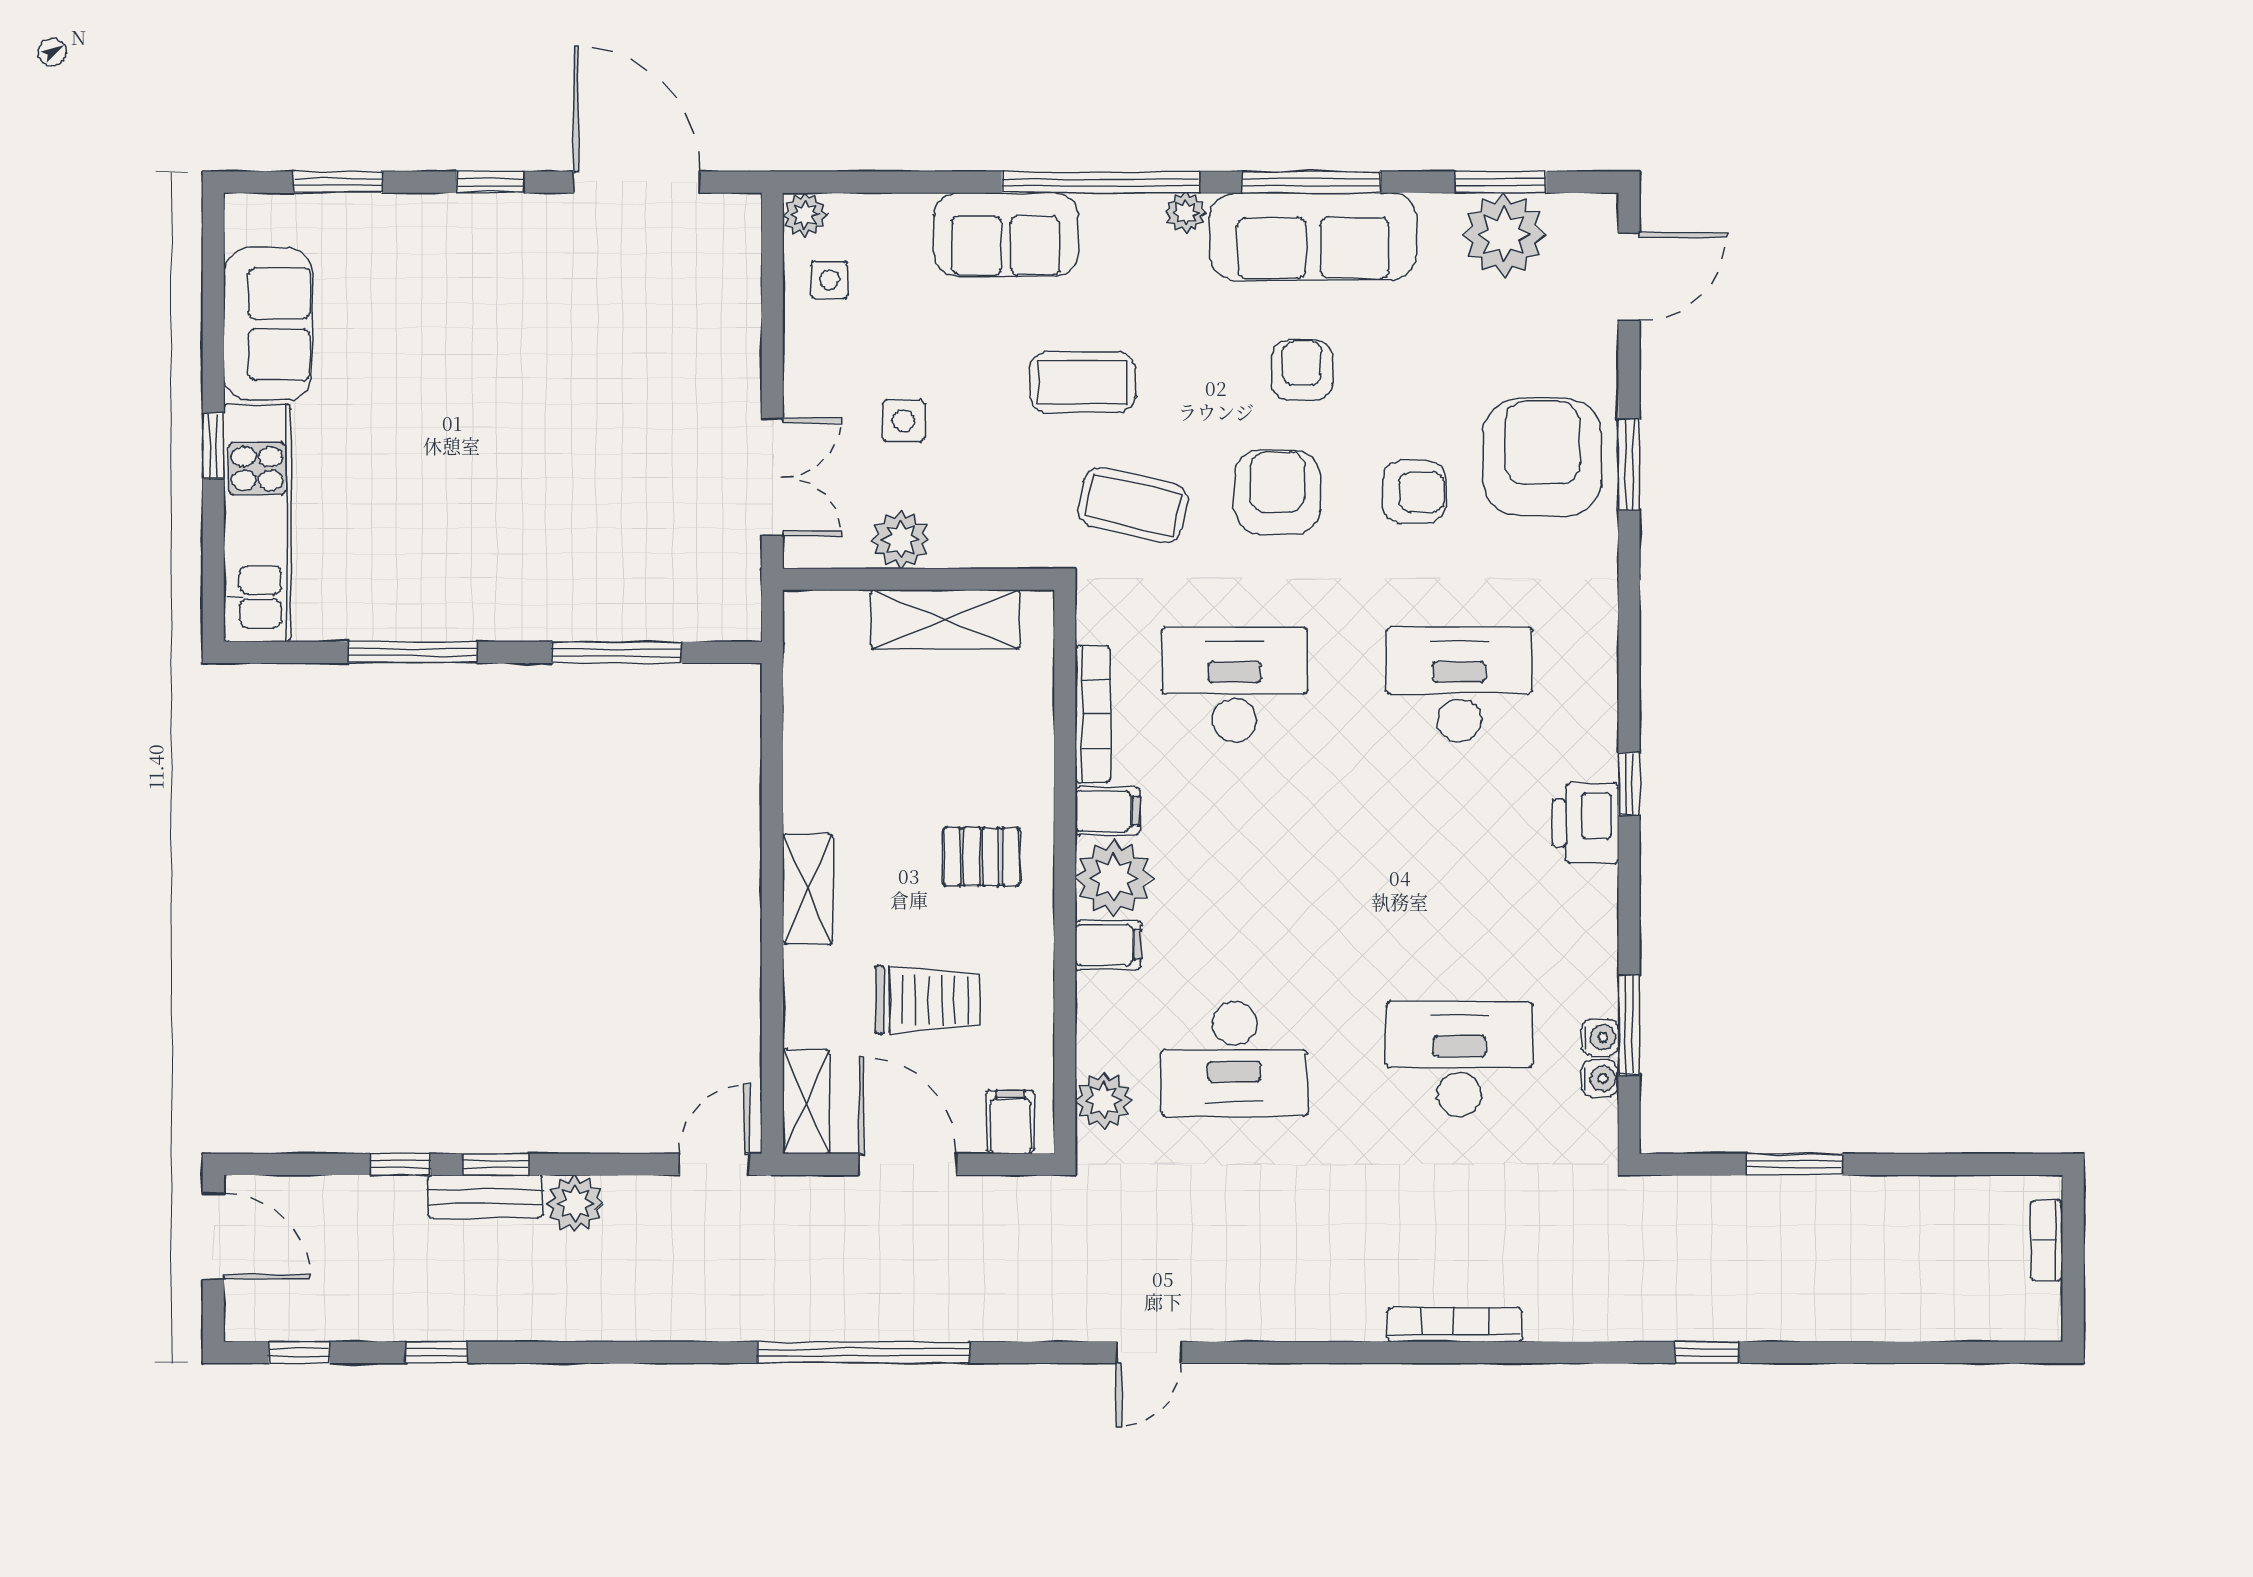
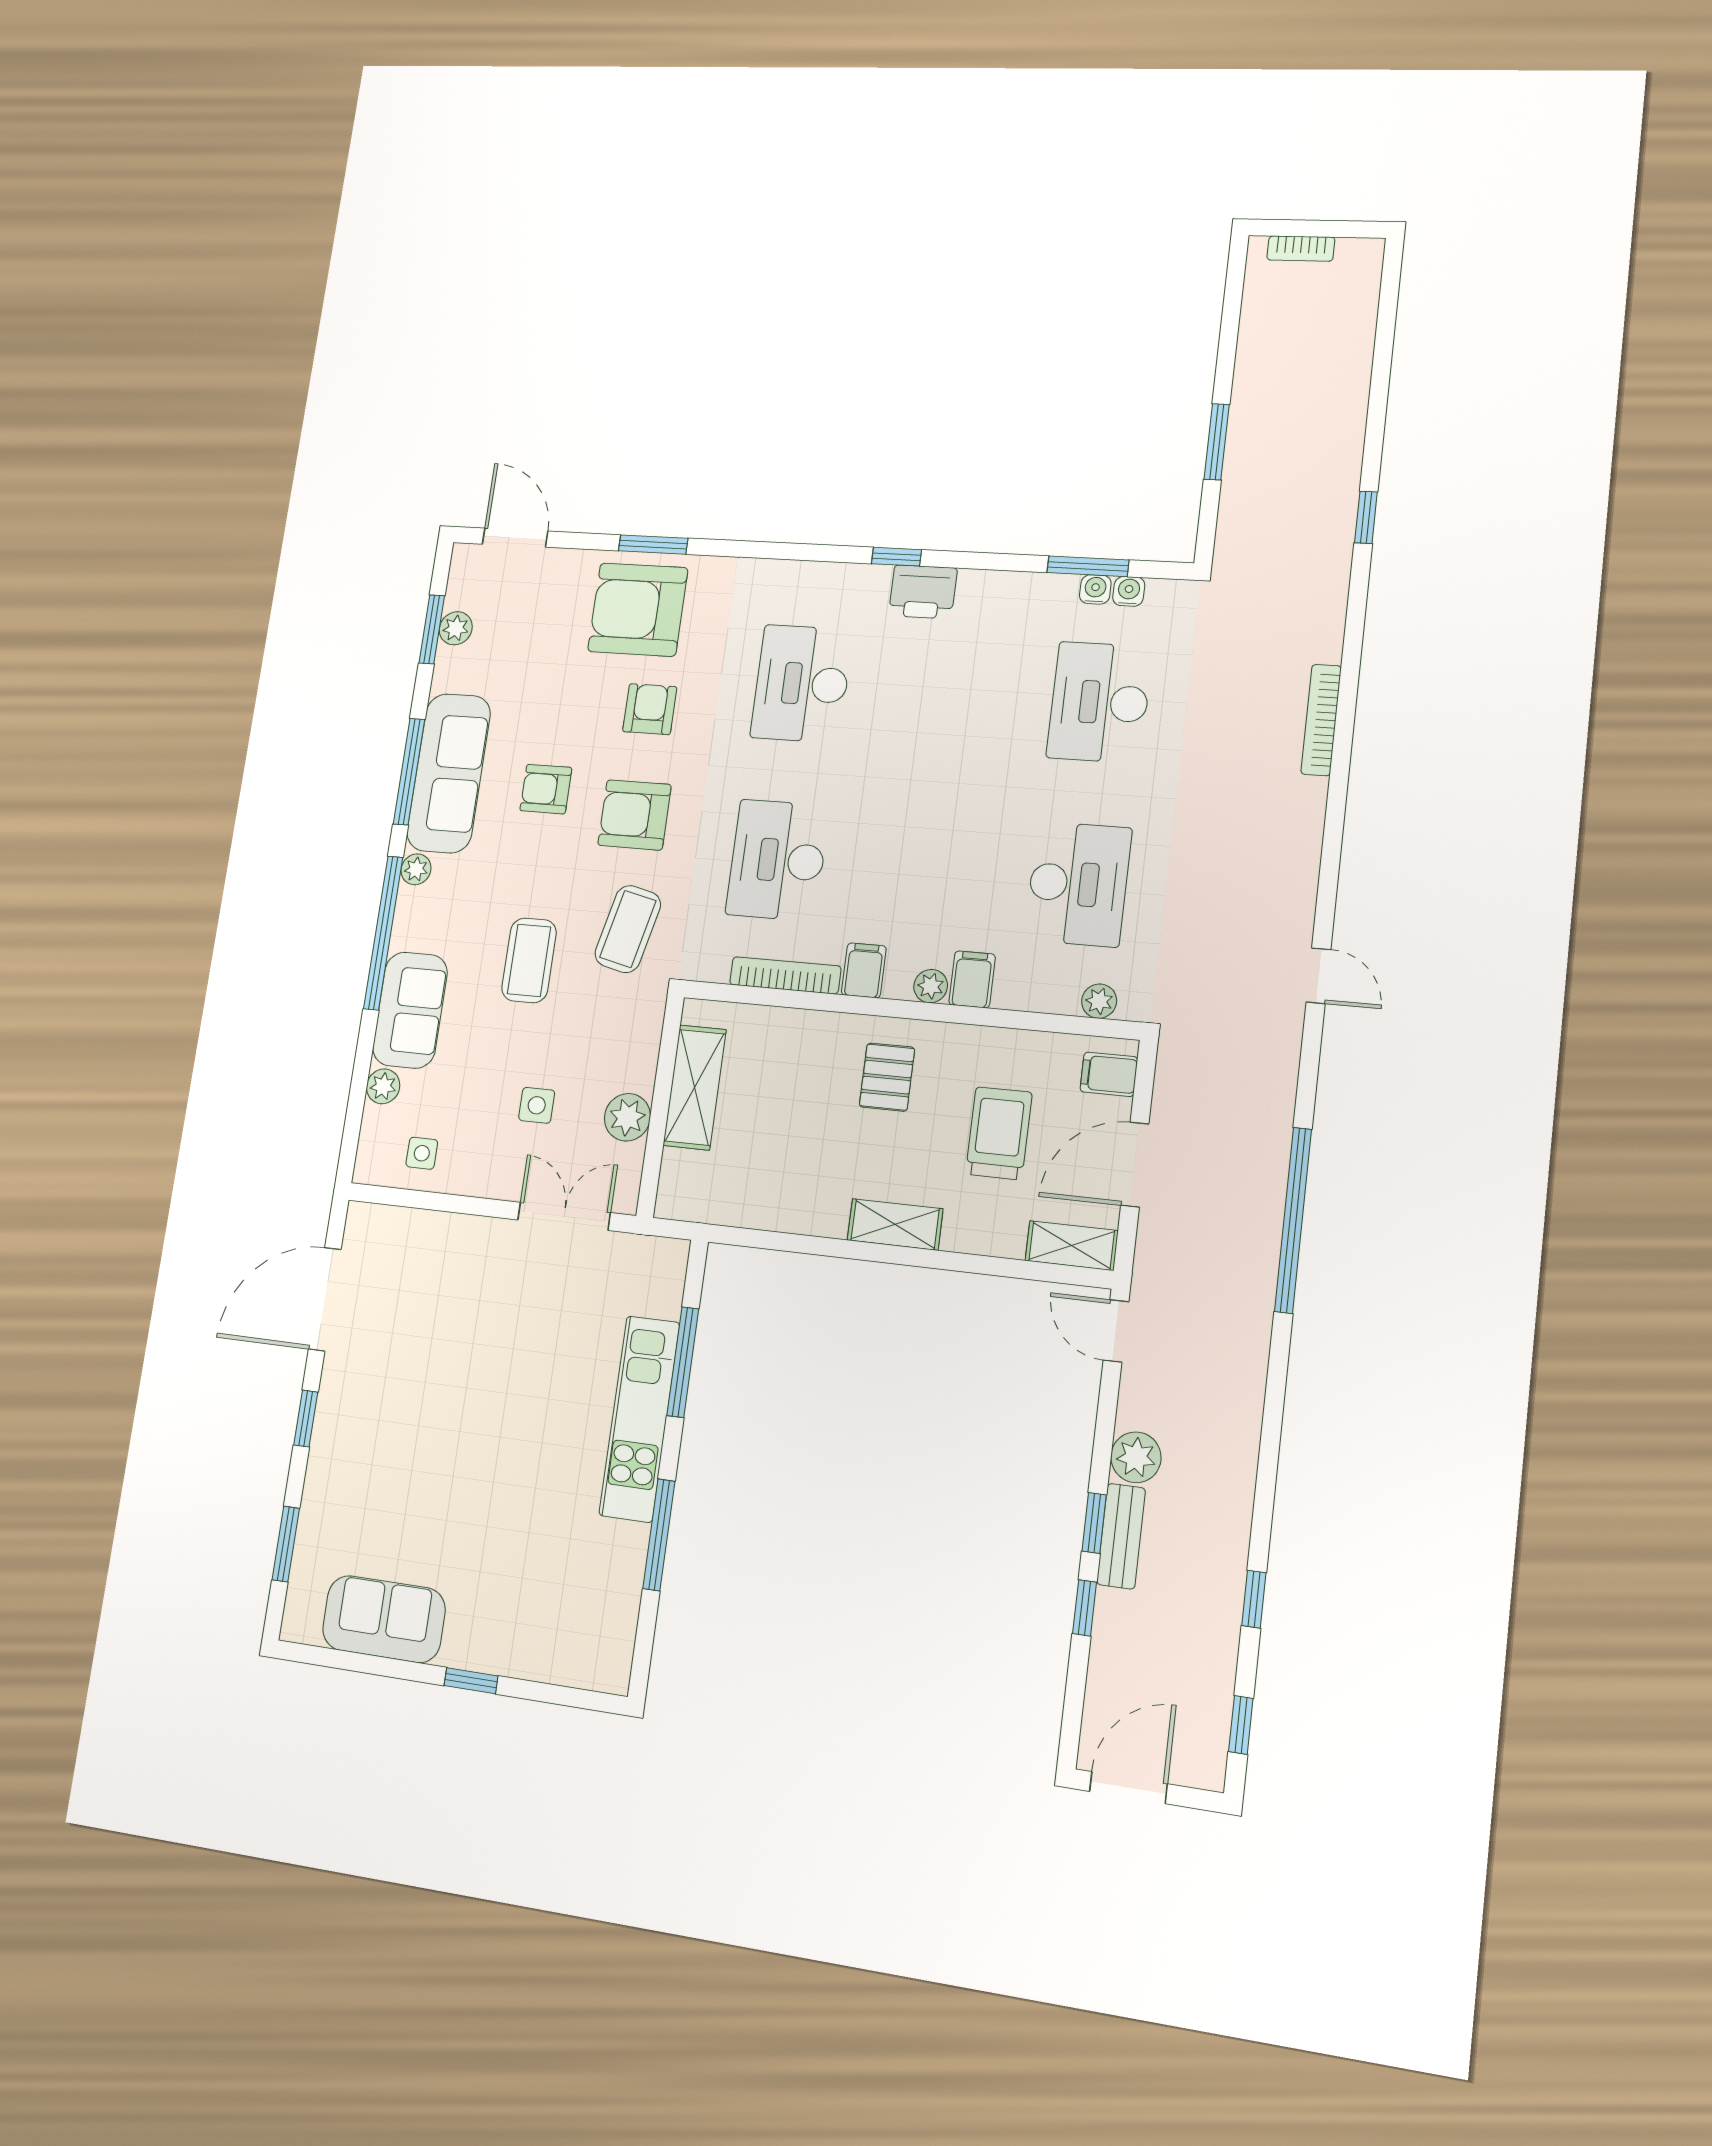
plant: (805, 215) -> (383, 1086), moved
plant: (1504, 235) -> (456, 628), width x0.53, depth x0.53
kitchen unit: (257, 523) -> (639, 1419), moved, turned -90
plant: (1114, 878) -> (931, 986), width x0.53, depth x0.53
plant: (1104, 1101) -> (1099, 1001), width x0.73, depth x0.73

